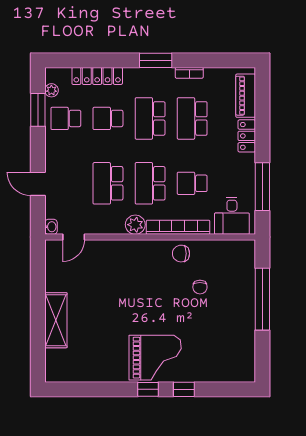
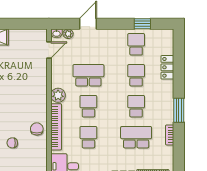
locker: (97, 76) -> (167, 67), width x0.66
plant: (51, 90) -> (68, 34), moved
window: (38, 110) -> (142, 24), width x0.67
school desk: (150, 118) -> (136, 106), width x0.54
school desk: (150, 183) -> (88, 106), width x0.54
door: (74, 237) -> (49, 50), swing flipped

